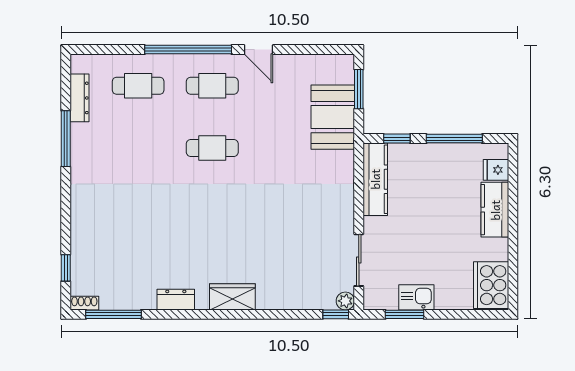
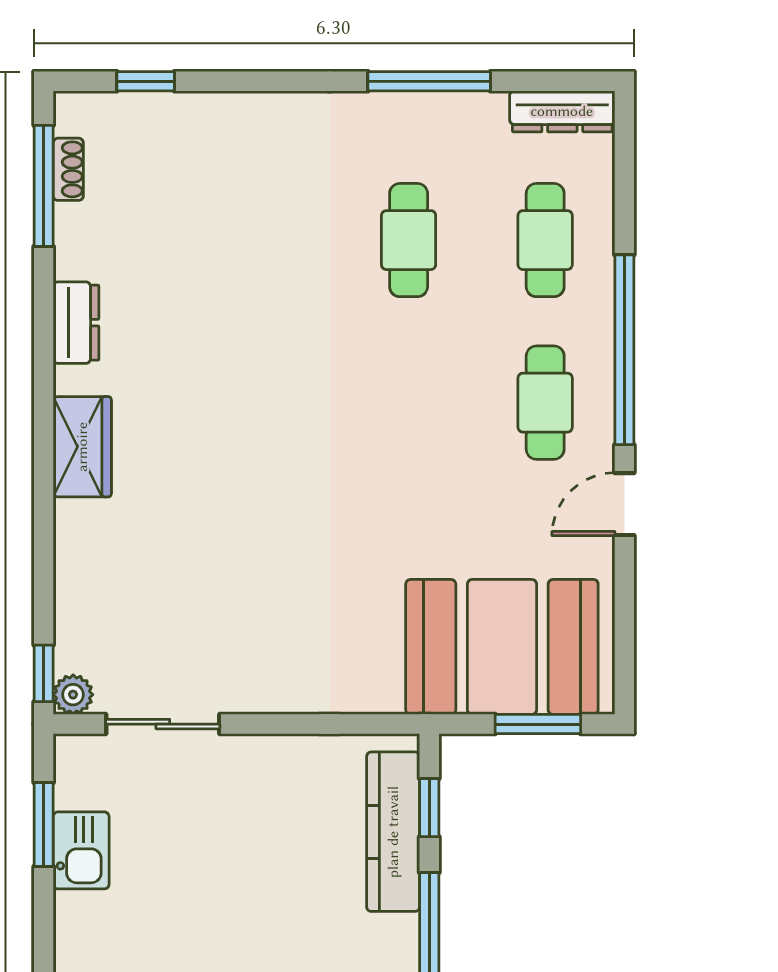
dresser: (79, 98) -> (562, 111), moved
booth: (333, 117) -> (502, 647), width x1.36, depth x1.42
cafe table: (212, 148) -> (409, 240), moved
kitchen counter: (375, 179) -> (393, 832), moved, turned 90
shoe rack: (84, 303) -> (68, 169), moved

